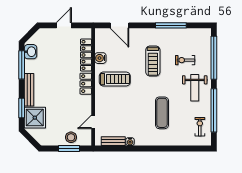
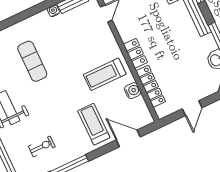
exercise bike: (185, 60) -> (42, 146), moved
treadmill: (153, 61) -> (94, 124), moved

